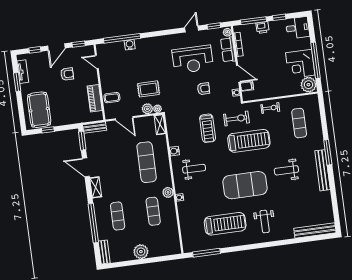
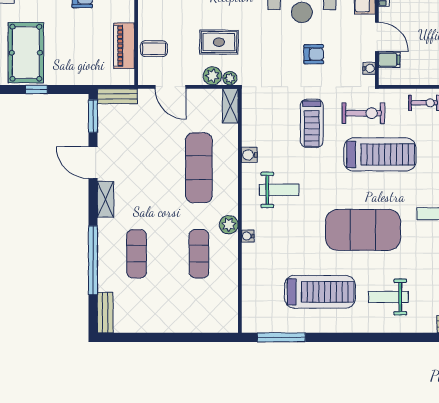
weight bench: (265, 222) -> (388, 297), turned 90
plant: (141, 252) -> (169, 320), removed

